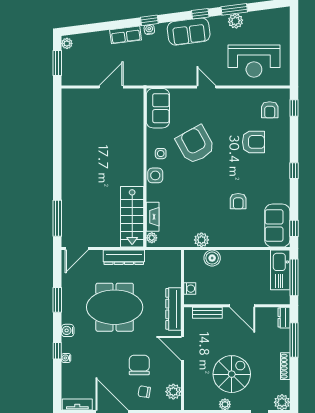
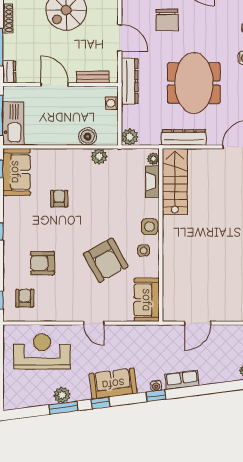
plant: (173, 258) -> (130, 137), added
meeting table: (115, 307) -> (194, 83), turned 90

